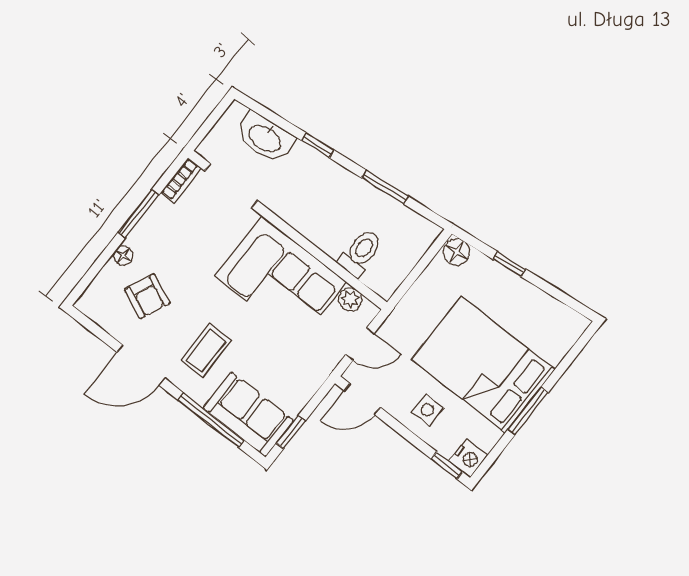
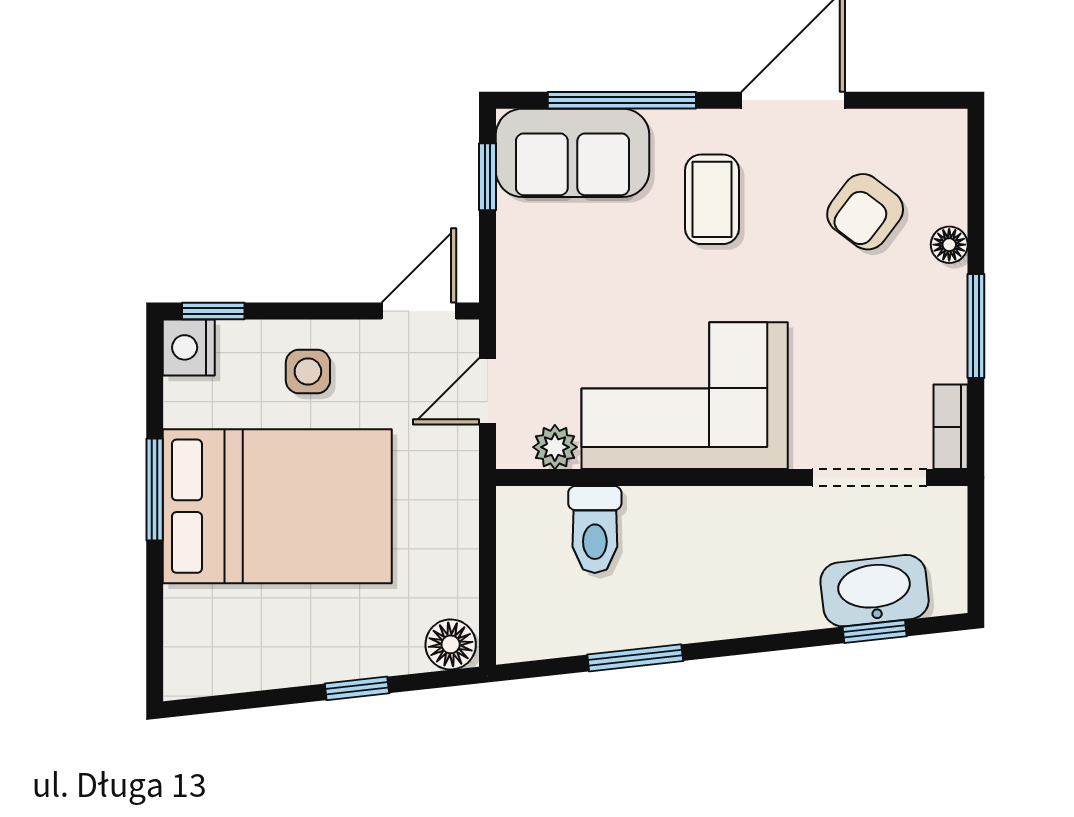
window: (318, 145) -> (875, 631), moved
armchair: (147, 296) -> (865, 212), turned -77

